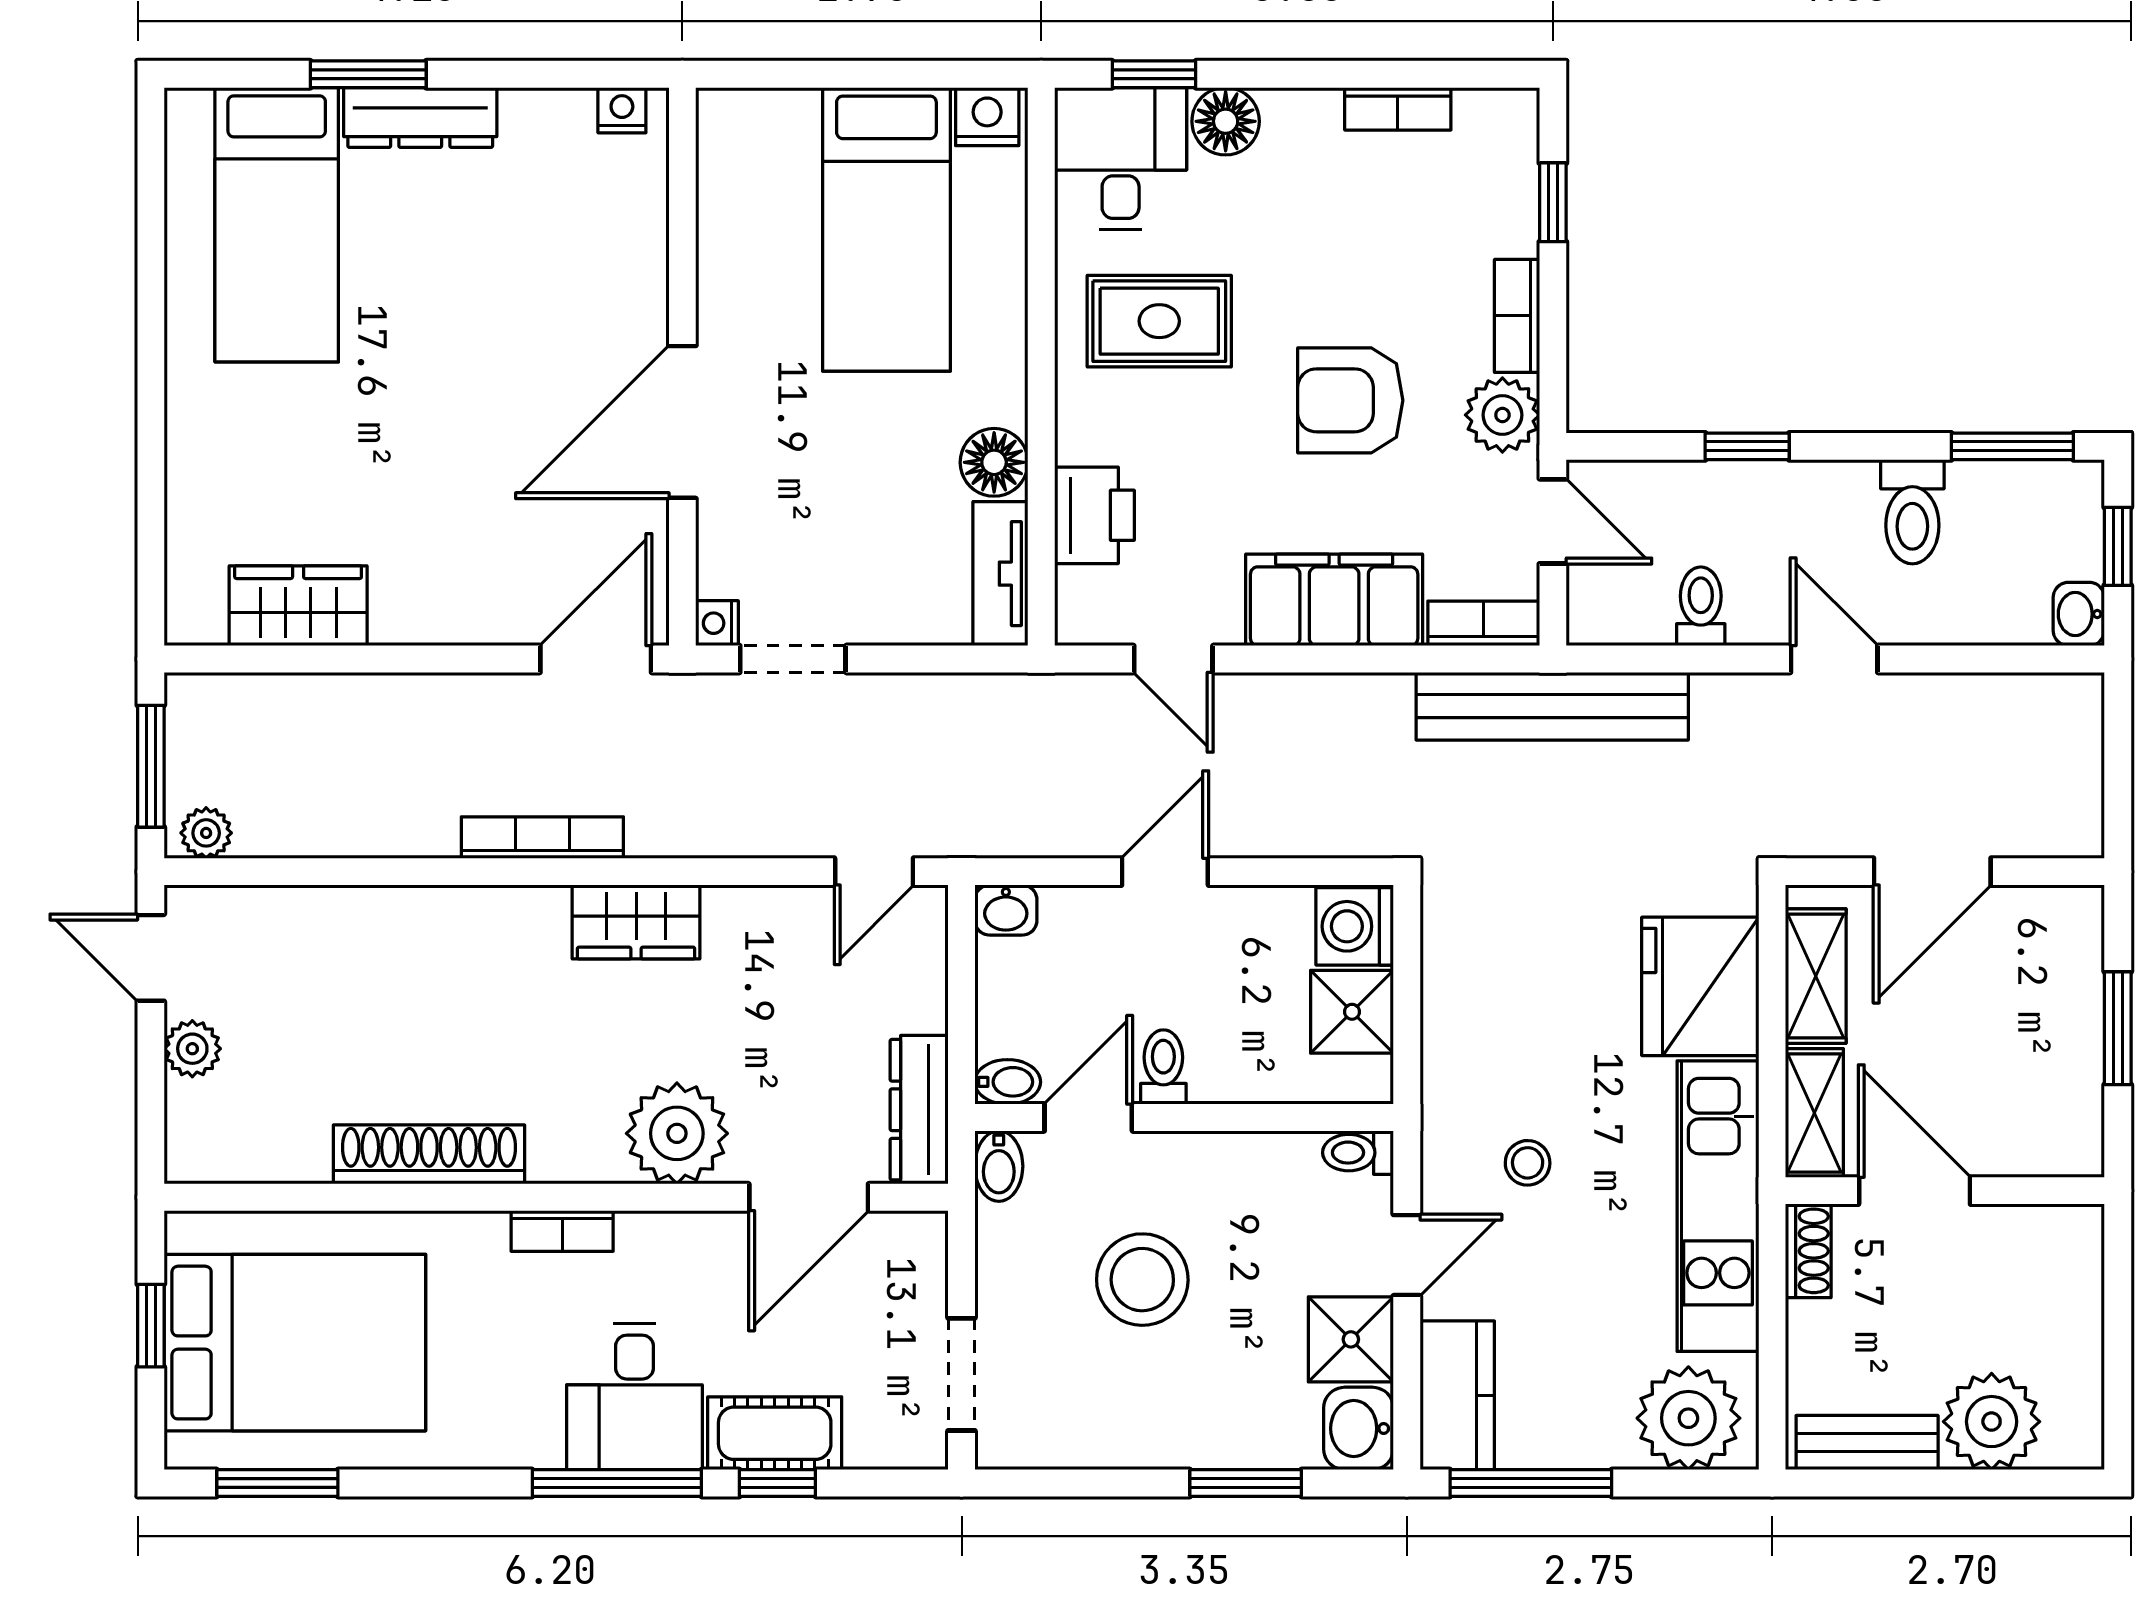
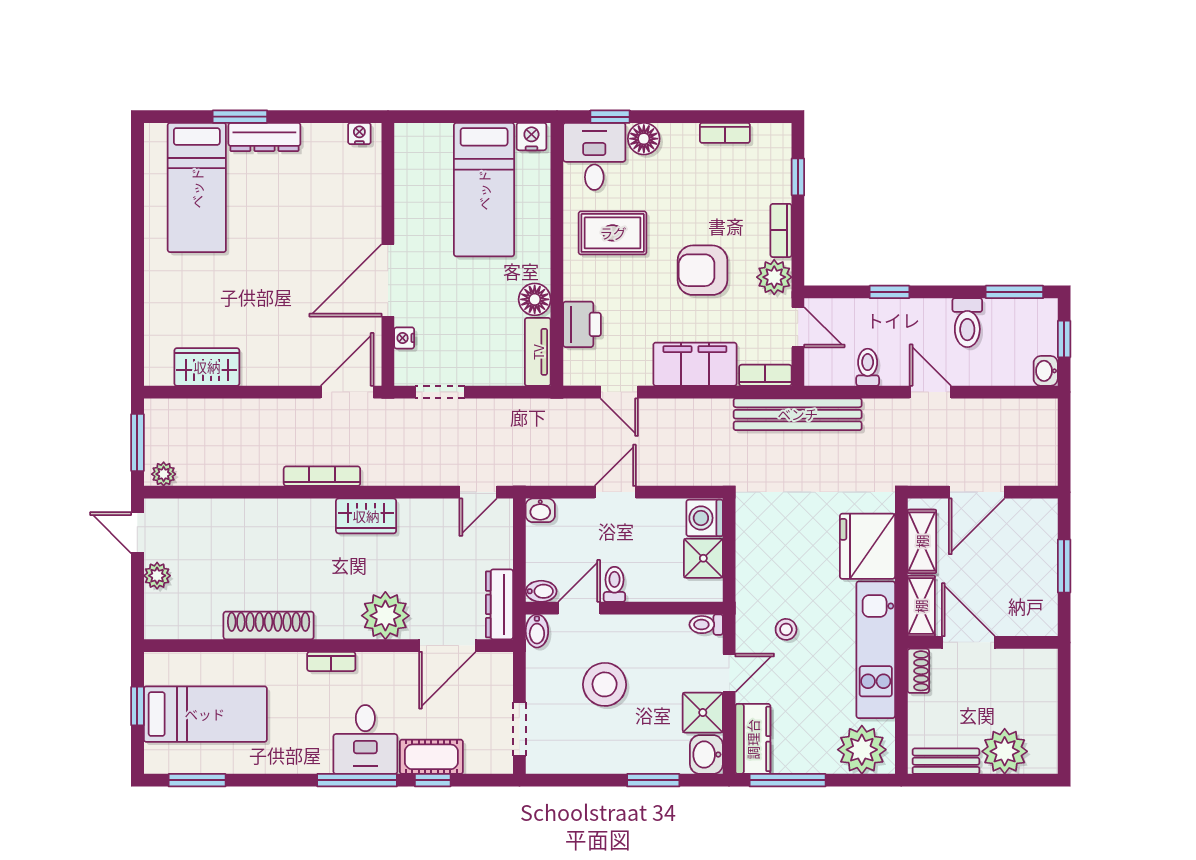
nightstand: (717, 623) -> (404, 338), moved
bed: (295, 1343) -> (205, 714), width x0.67

